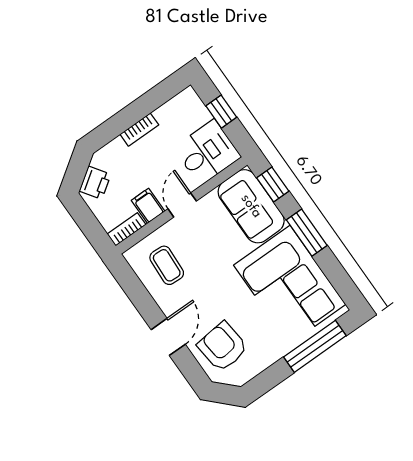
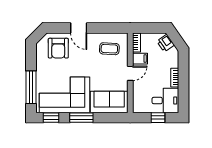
desk: (207, 152) -> (165, 100), moved, turned -90
window: (273, 184) -> (51, 118), moved
door: (182, 205) -> (130, 73), hinge flipped
armchair: (223, 347) -> (58, 48), turned 96

